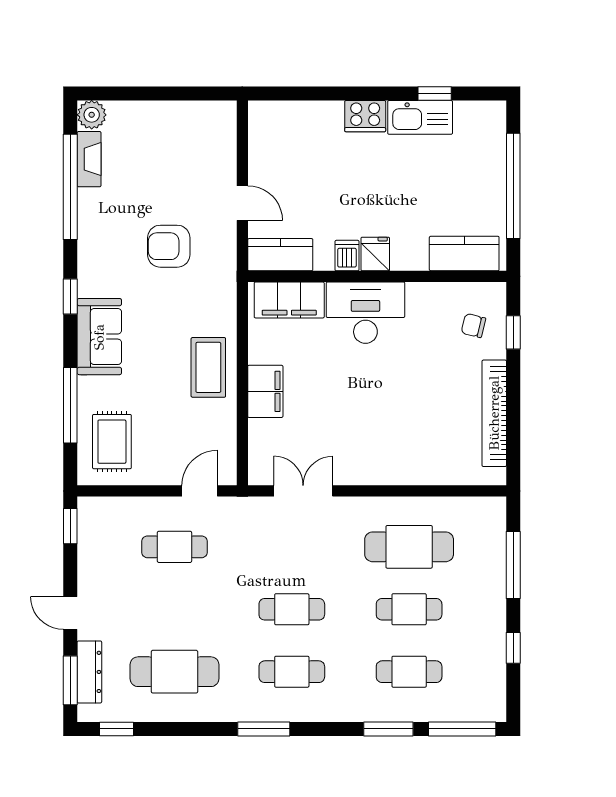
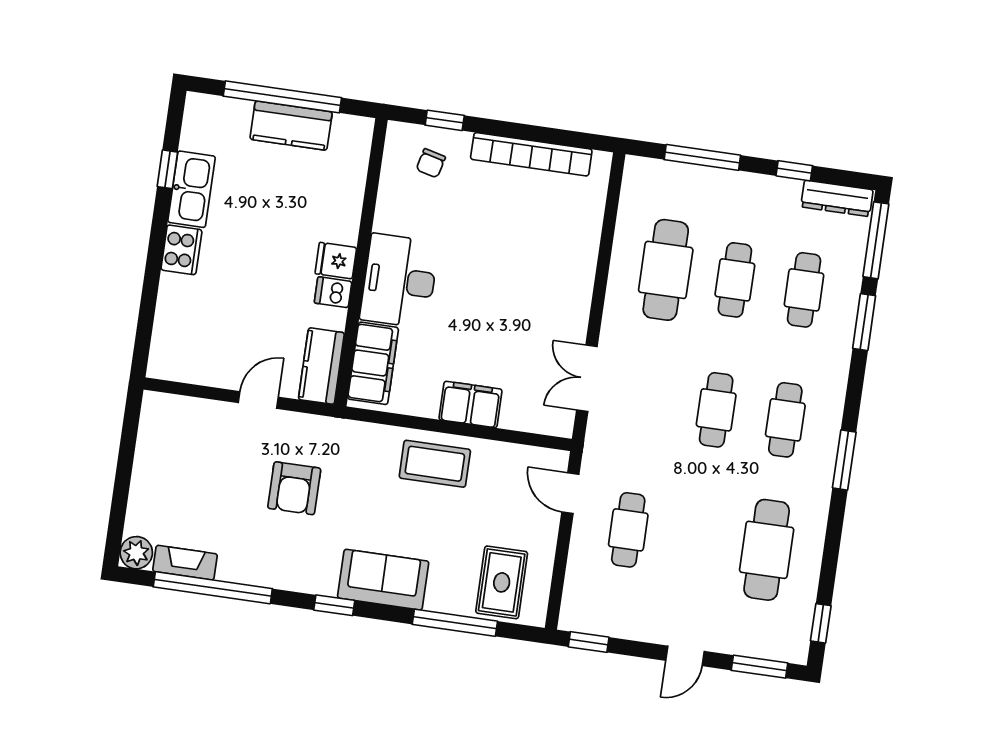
kitchen counter: (464, 254) -> (291, 126), moved, turned -90
rug: (112, 442) -> (502, 582), turned 90
dresser: (89, 672) -> (837, 198), moved, turned 180

